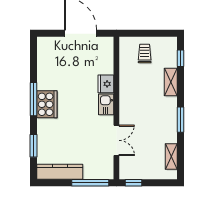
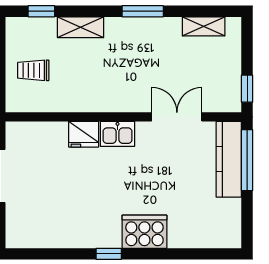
window: (33, 99) -> (109, 254), width x0.46
cooker: (47, 104) -> (144, 232), moved
window: (33, 146) -> (186, 254), removed
kitchen counter: (60, 172) -> (229, 159), moved

